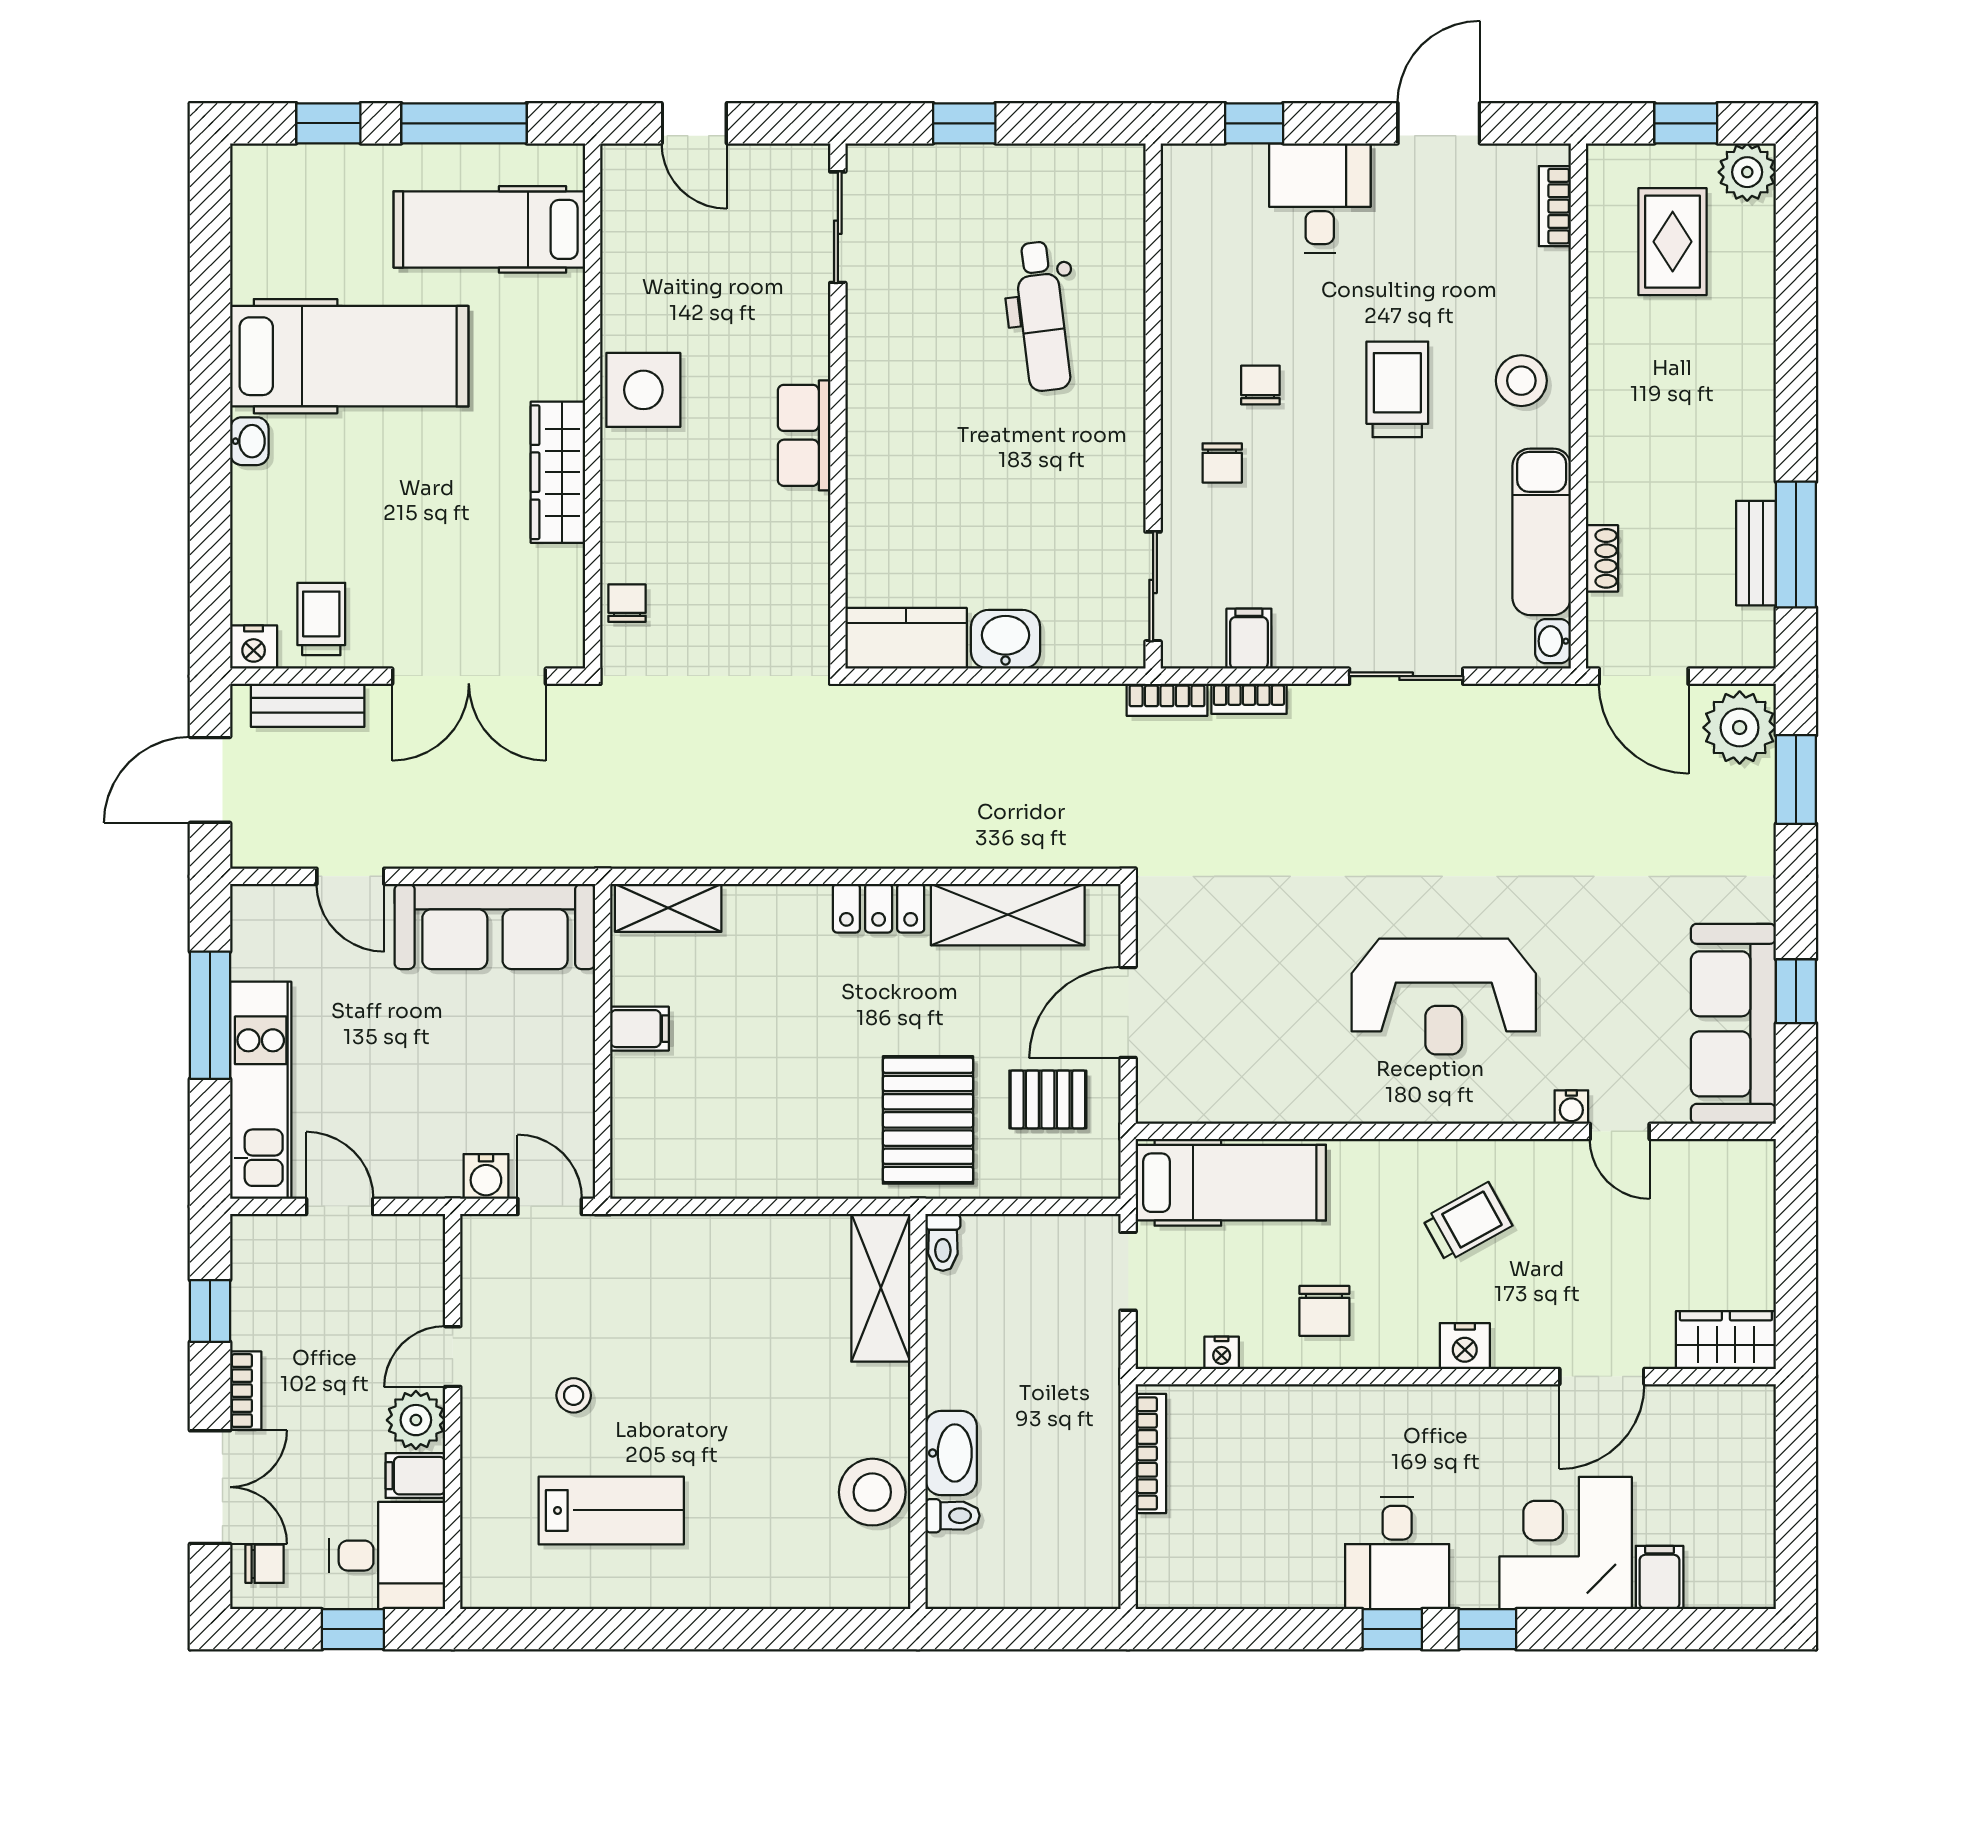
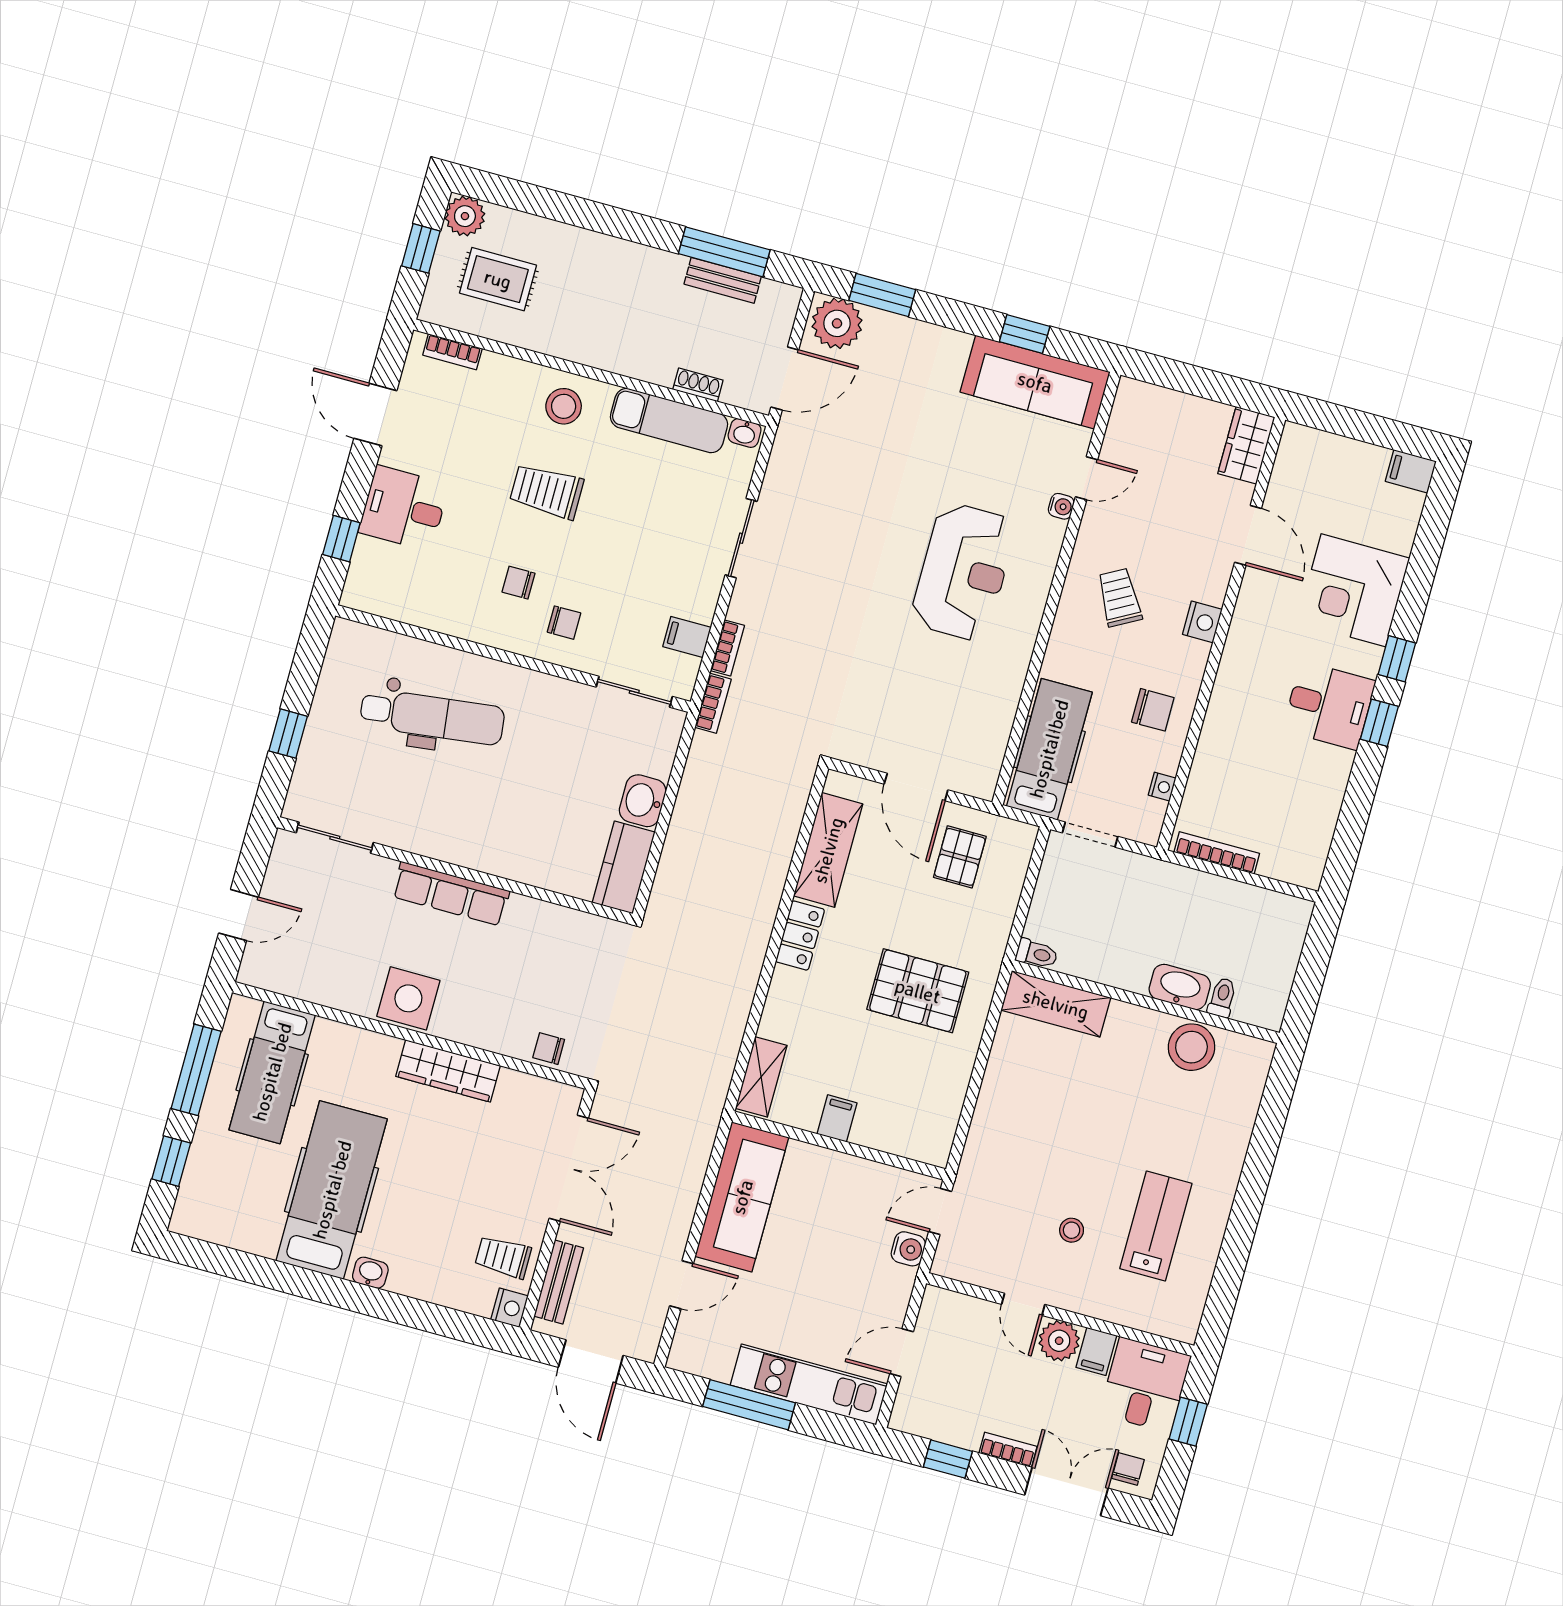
dental chair: (1042, 316) -> (432, 717), width x1.36, depth x1.38
row of seats: (804, 435) -> (451, 894), width x1.48
pallet: (928, 1120) -> (918, 991), moved
filing cabinet: (1660, 1578) -> (1411, 471), moved

